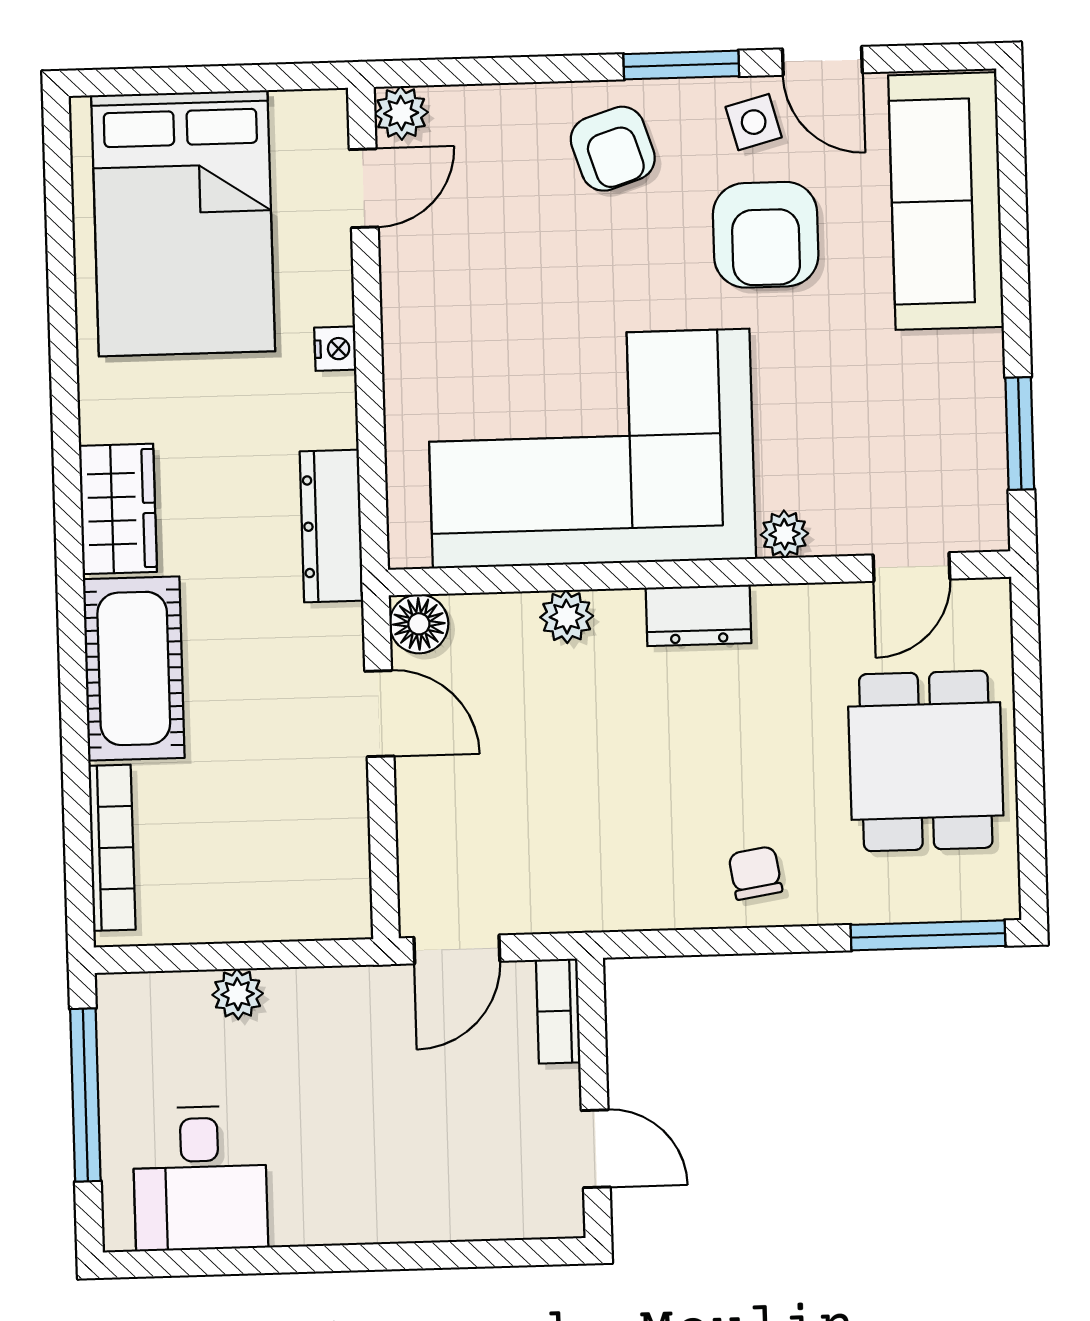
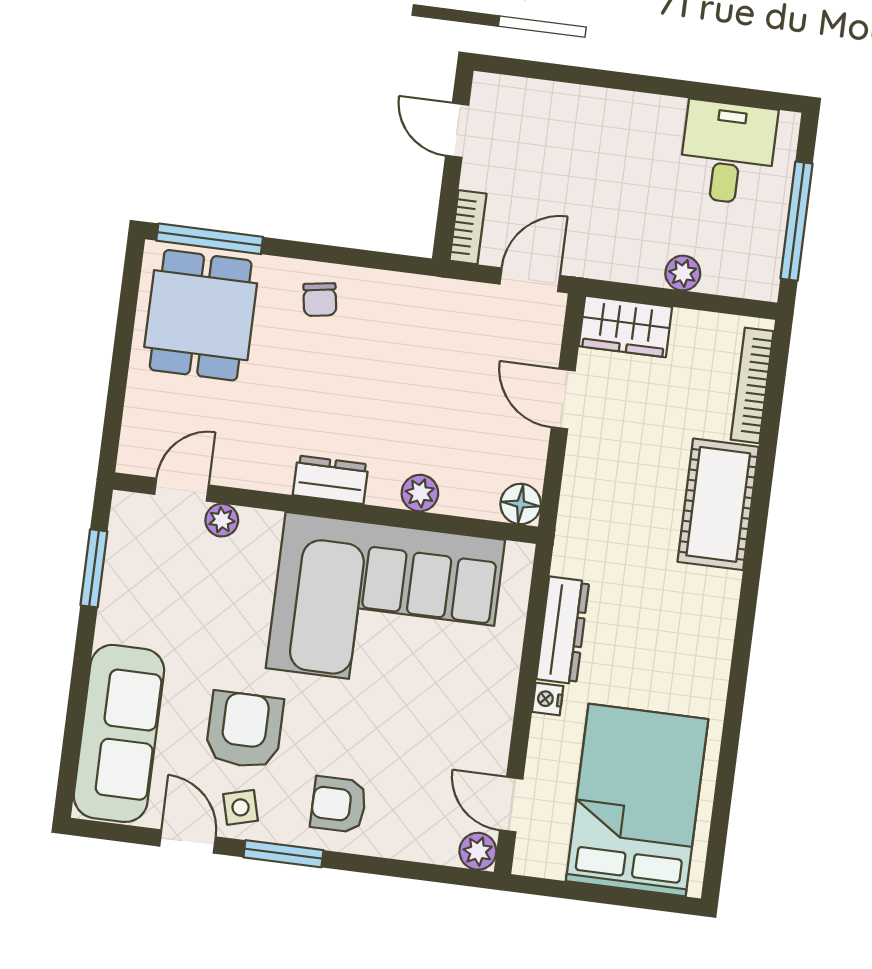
armchair: (613, 149) -> (339, 804), turned -72
door: (364, 188) -> (511, 804), hinge flipped
wardrobe: (118, 509) -> (625, 327), moved, turned -90
dresser: (331, 526) -> (563, 630), moved
plant: (784, 534) -> (222, 520), moved
door: (379, 714) -> (563, 399), moved
dining table: (926, 761) -> (201, 315), moved

